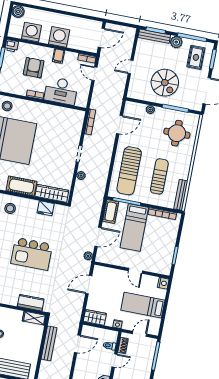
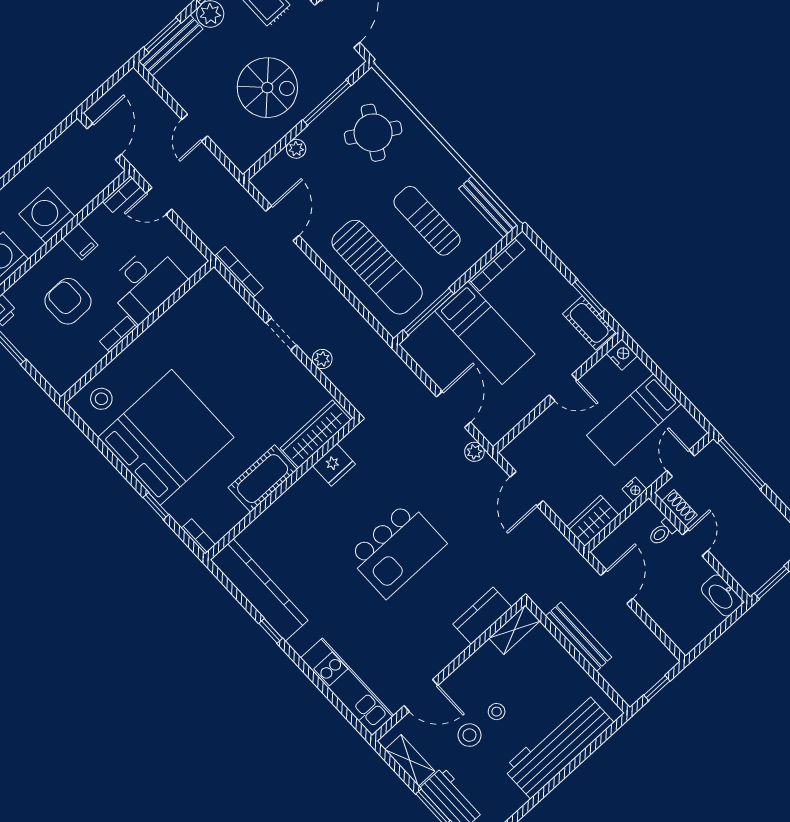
round table: (177, 133) -> (373, 133), turned 31
stool: (10, 208) -> (287, 528), removed
cot: (111, 211) -> (589, 323), moved

